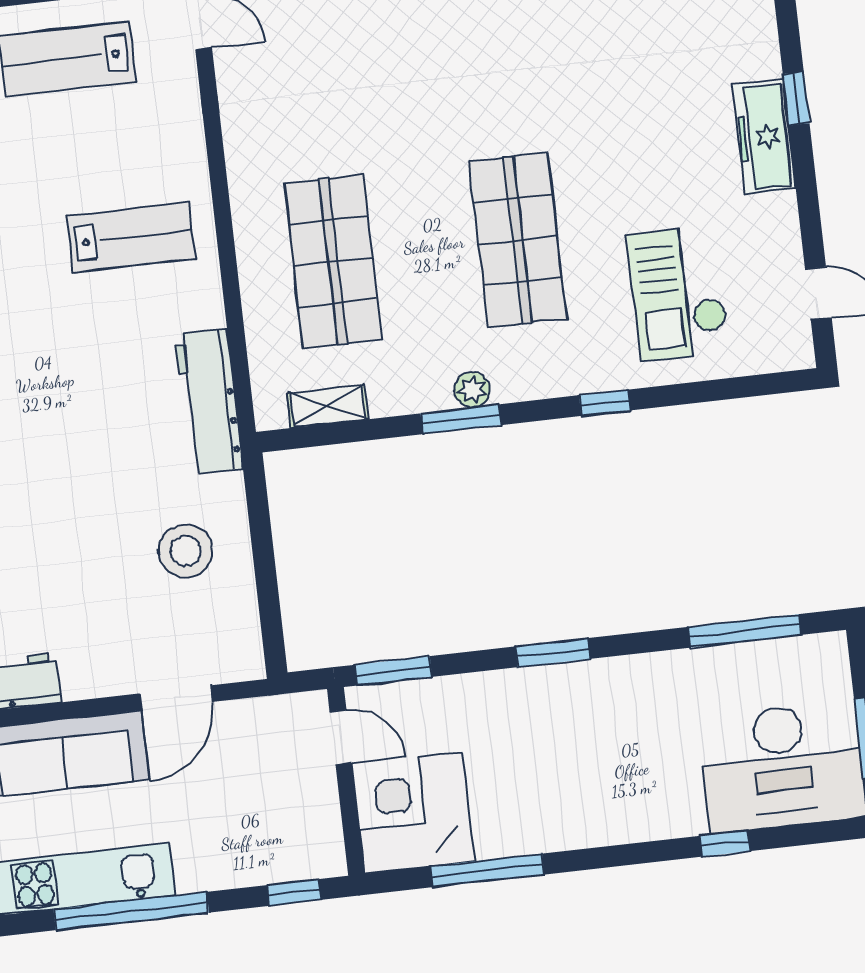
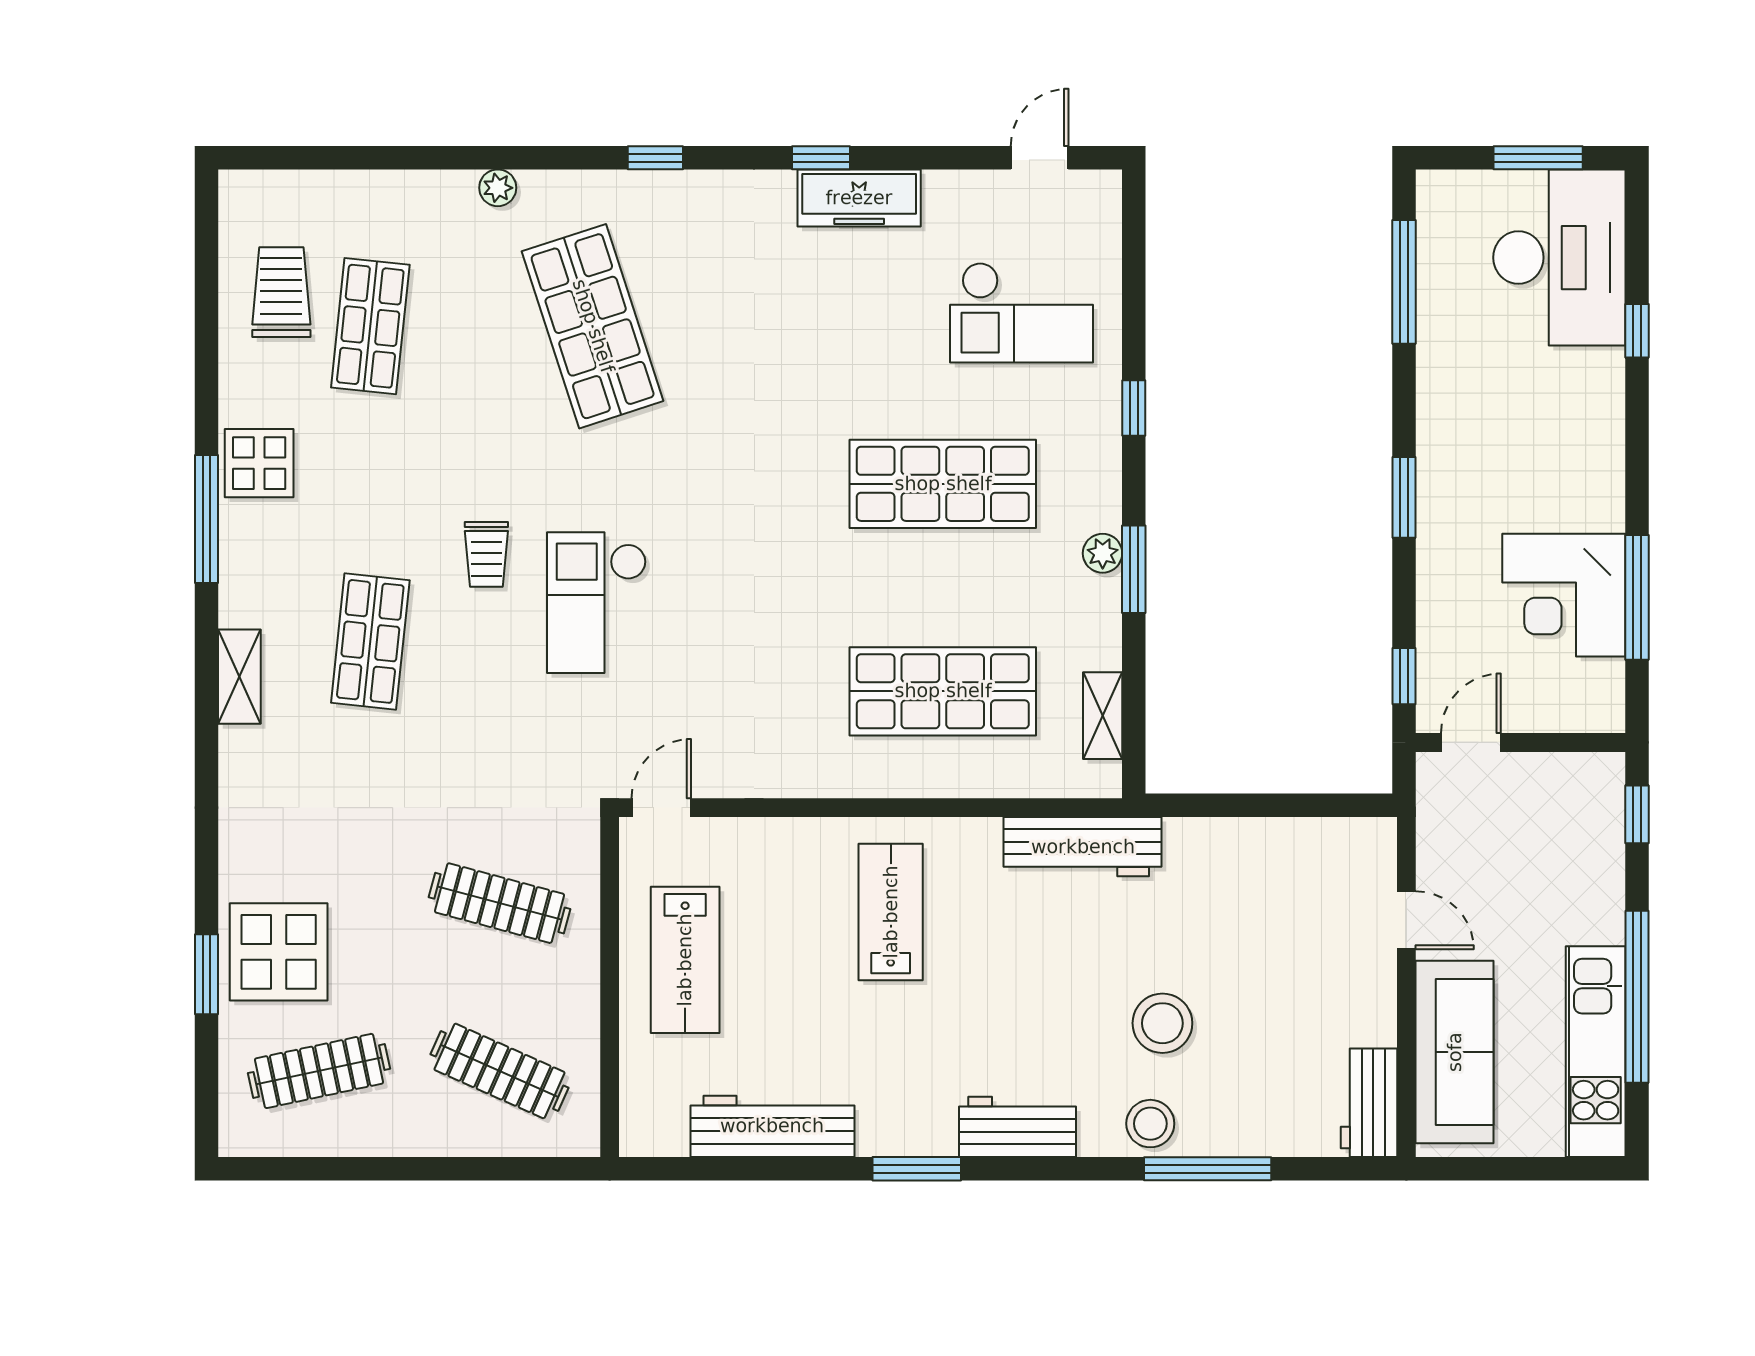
stool: (185, 551) -> (1162, 1023), moved
window: (393, 671) -> (1404, 676), width x0.67
door: (176, 698) -> (1406, 920), width x0.73
corner desk: (414, 813) -> (1564, 595), moved

